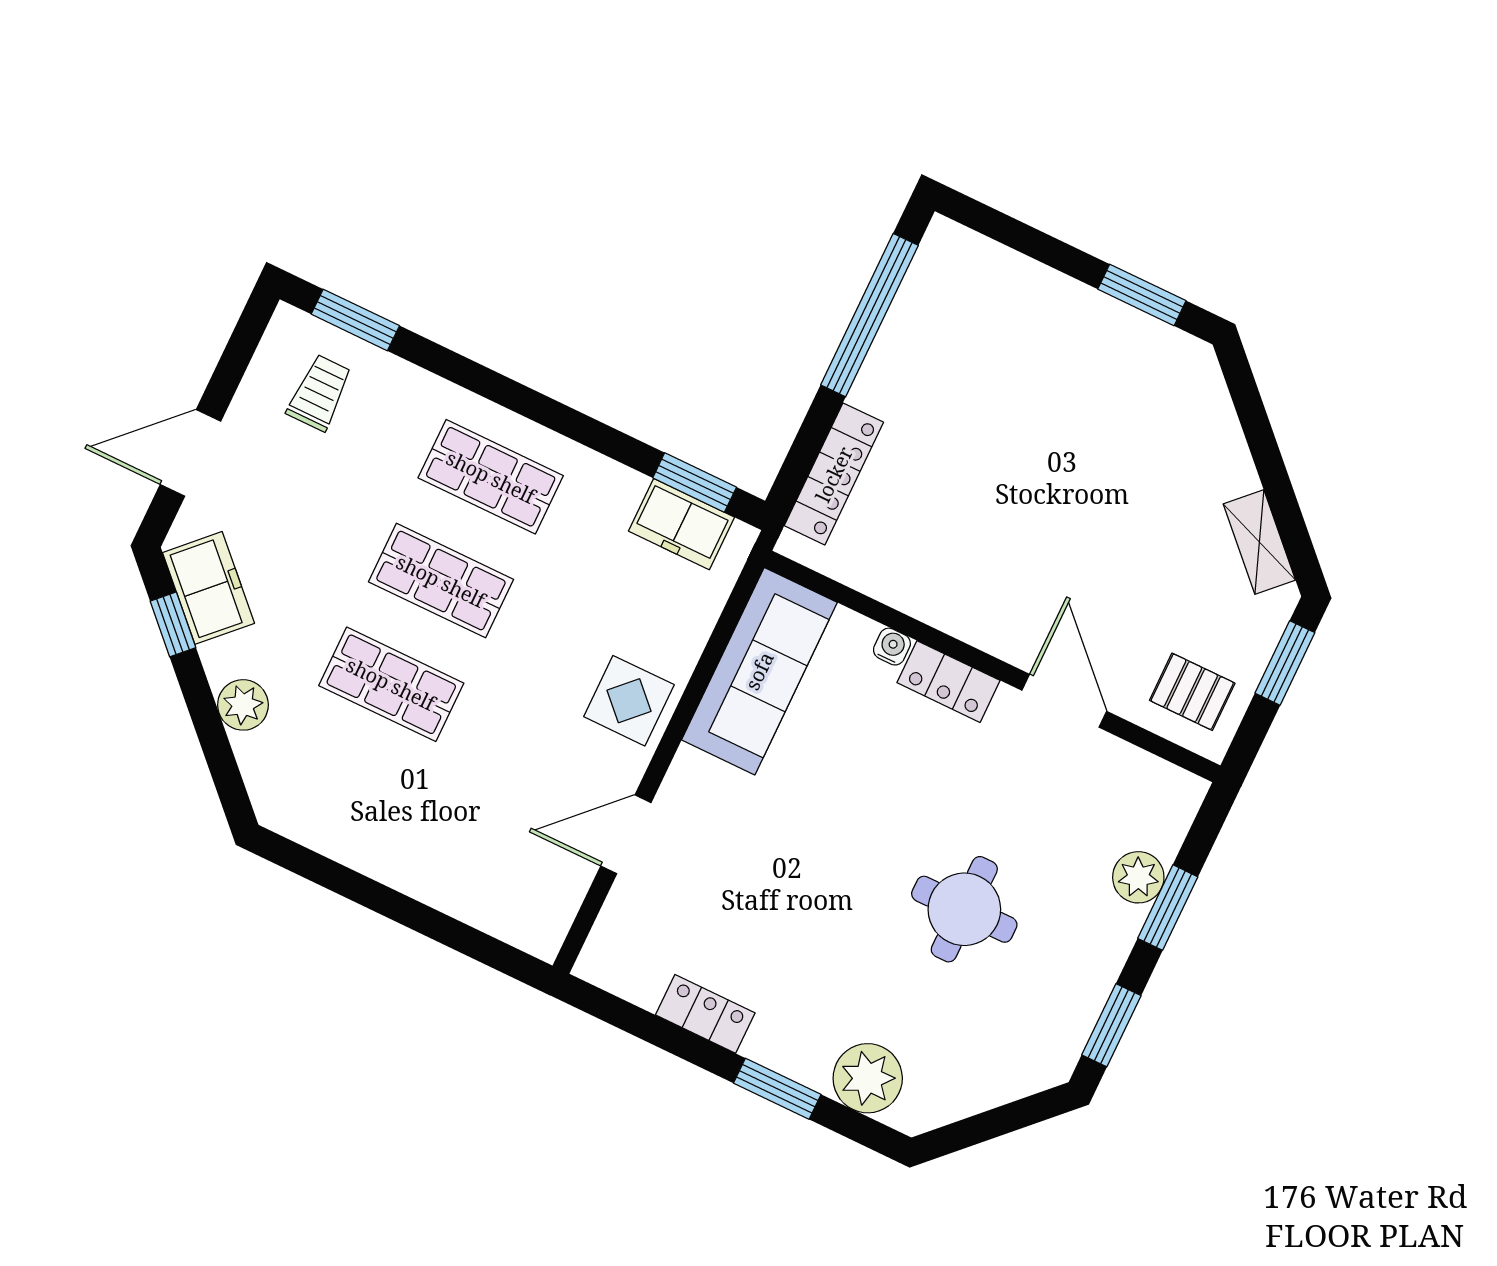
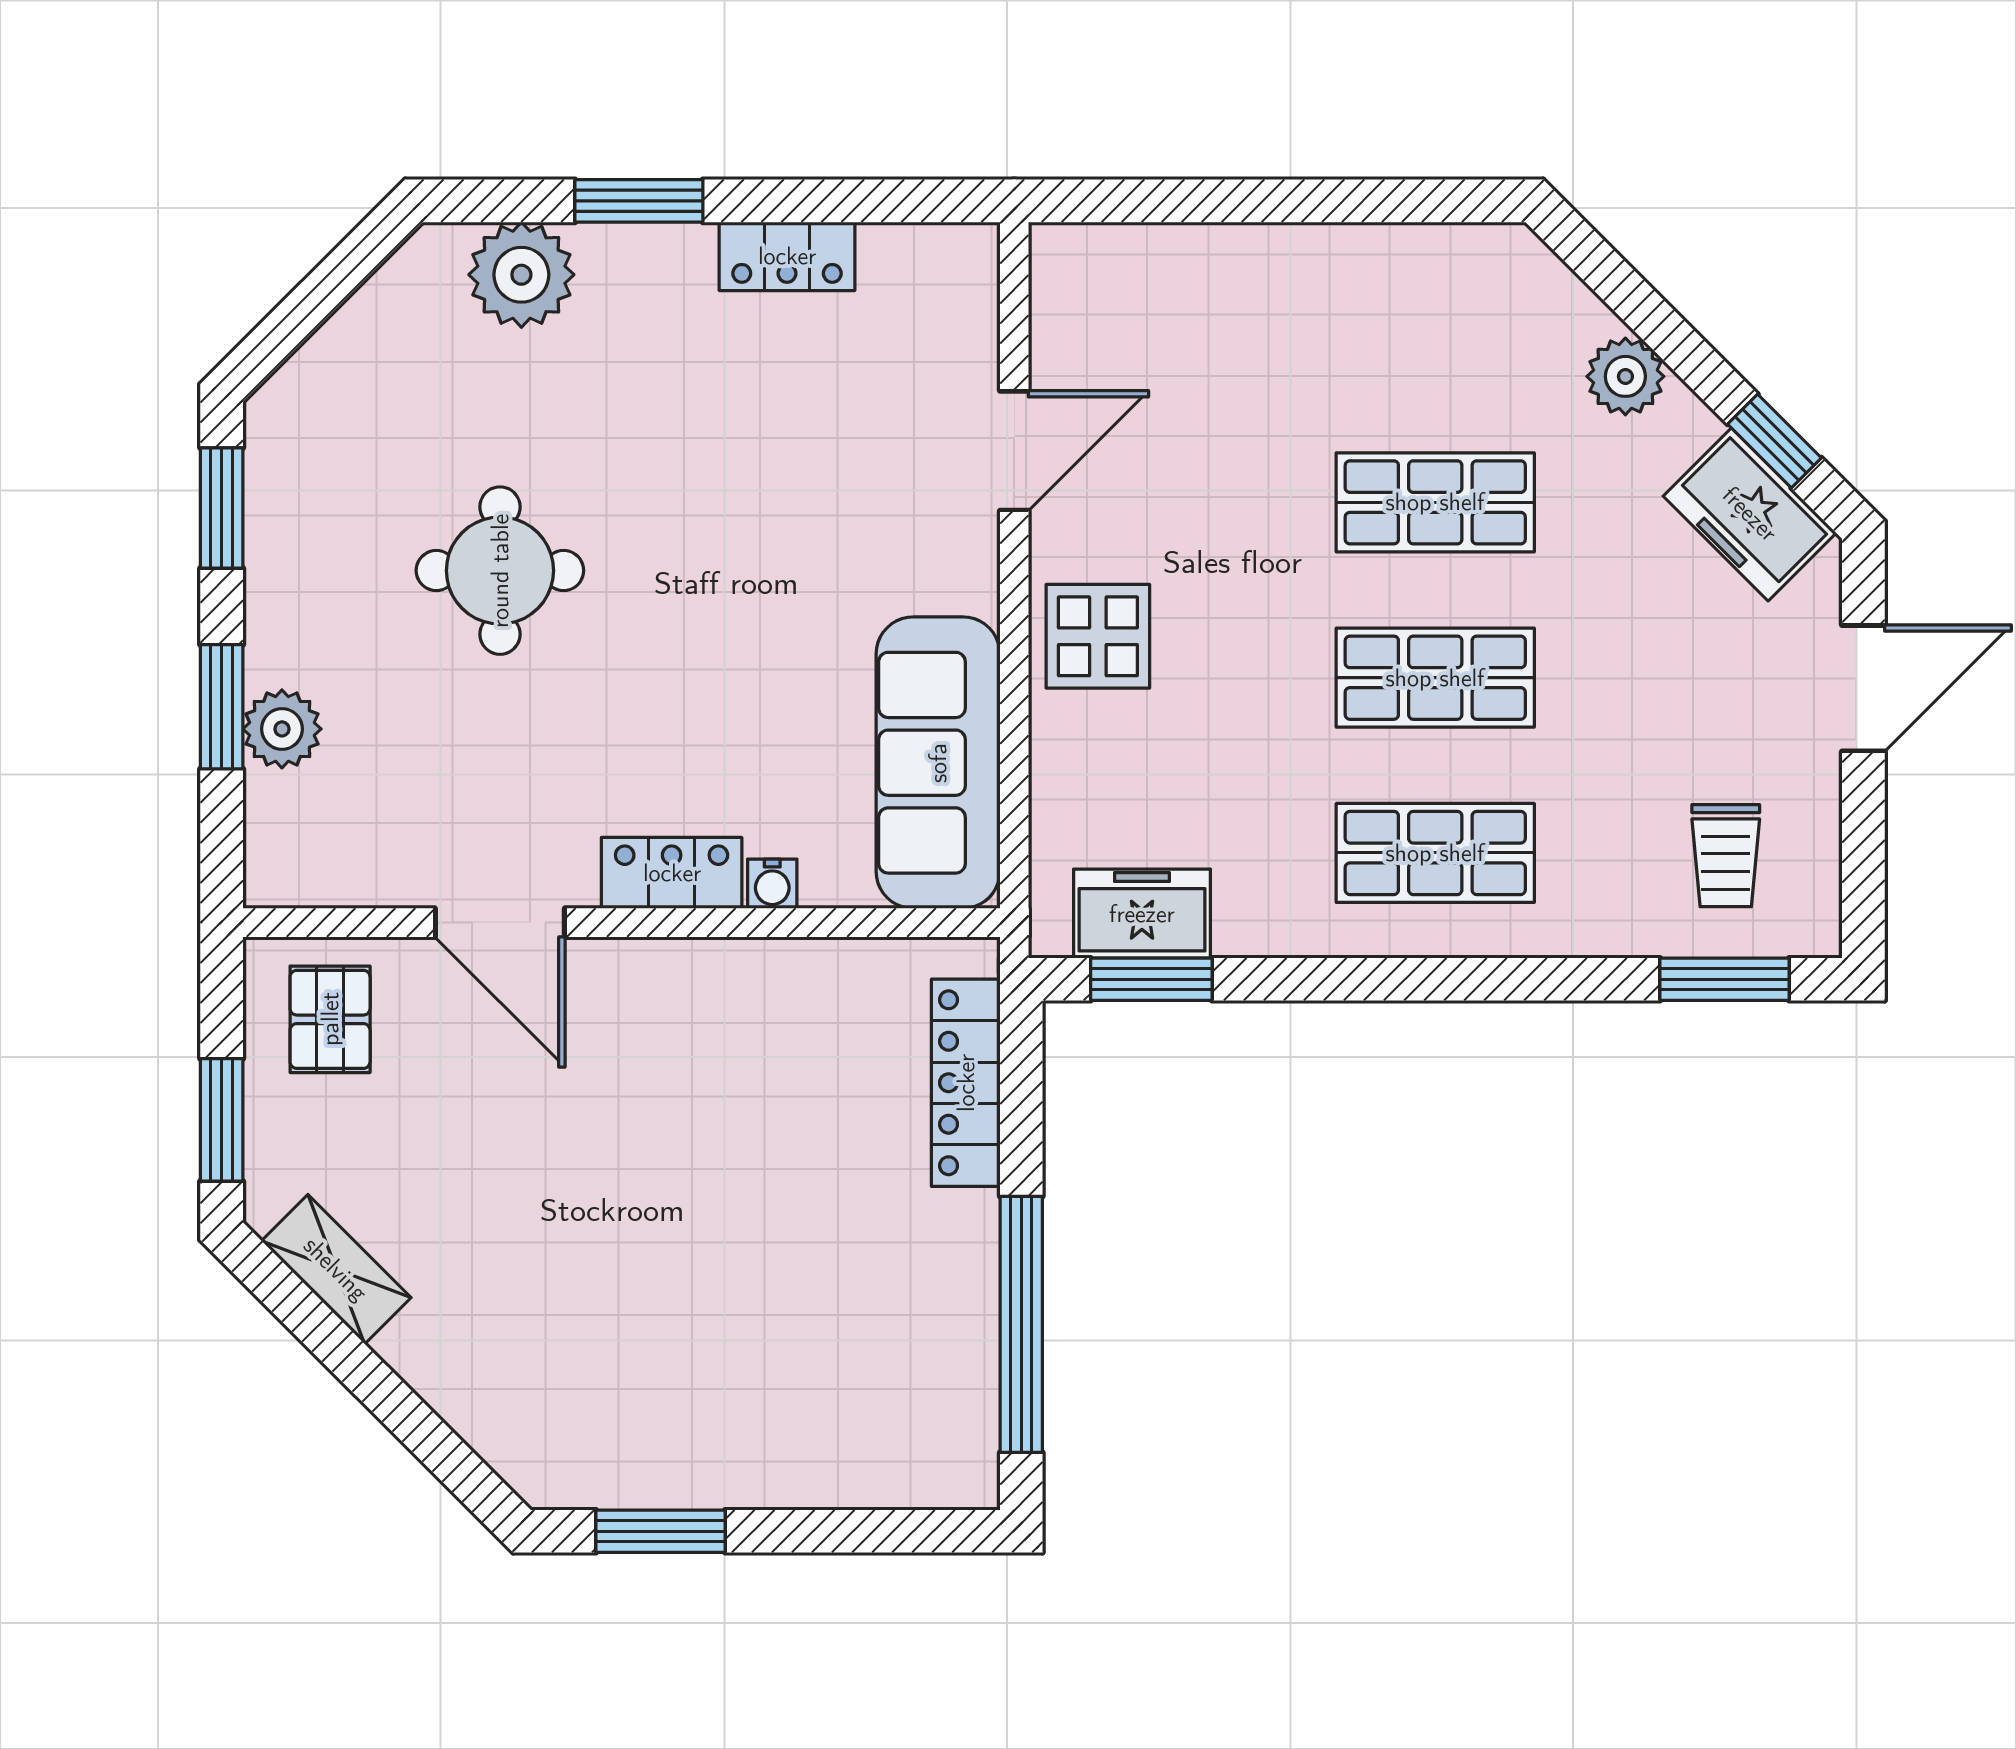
pallet: (1192, 692) -> (330, 1019), turned 90

